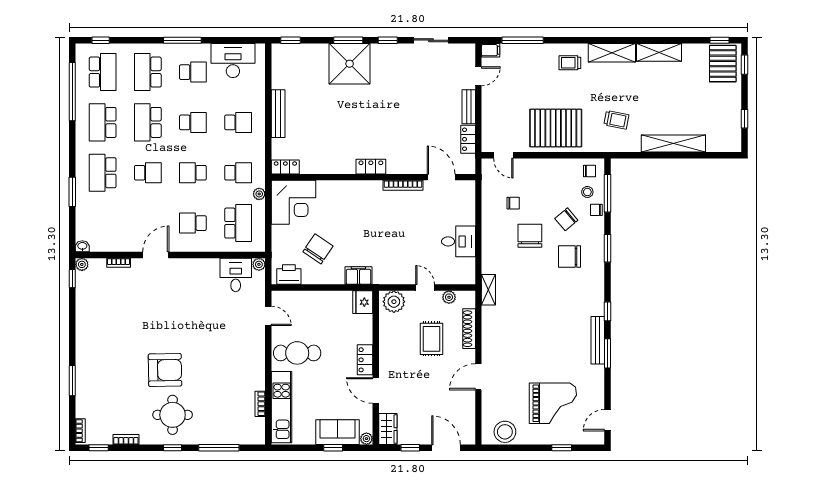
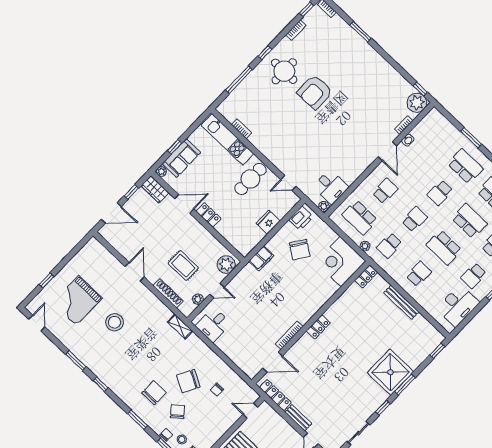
school desk: (193, 122) -> (444, 247), width x1.85
school desk: (238, 122) -> (419, 274), turned 180
locker: (468, 139) -> (275, 395), width x1.53
chair: (530, 236) -> (188, 381), turned 118
desk: (458, 241) -> (213, 325), moved
washbasin: (82, 246) -> (408, 140), moved
plant: (82, 264) -> (417, 103), width x1.87, depth x1.87
fridge: (363, 302) -> (268, 222), moved, turned -90
bench: (598, 340) -> (89, 362), removed
stool: (505, 432) -> (115, 322), moved

